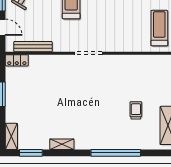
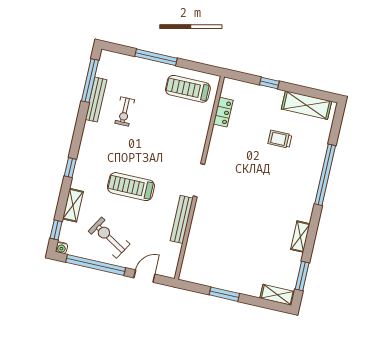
bench: (33, 47) -> (182, 219), moved
locker: (17, 60) -> (223, 112), moved

